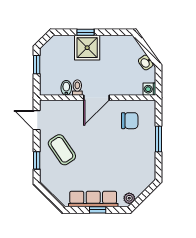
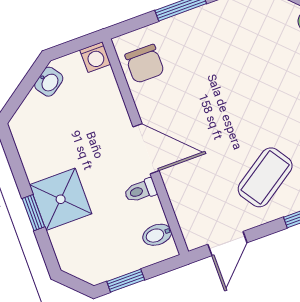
bidet: (66, 88) -> (157, 235), moved
chair: (130, 121) -> (145, 64), moved, turned 180

